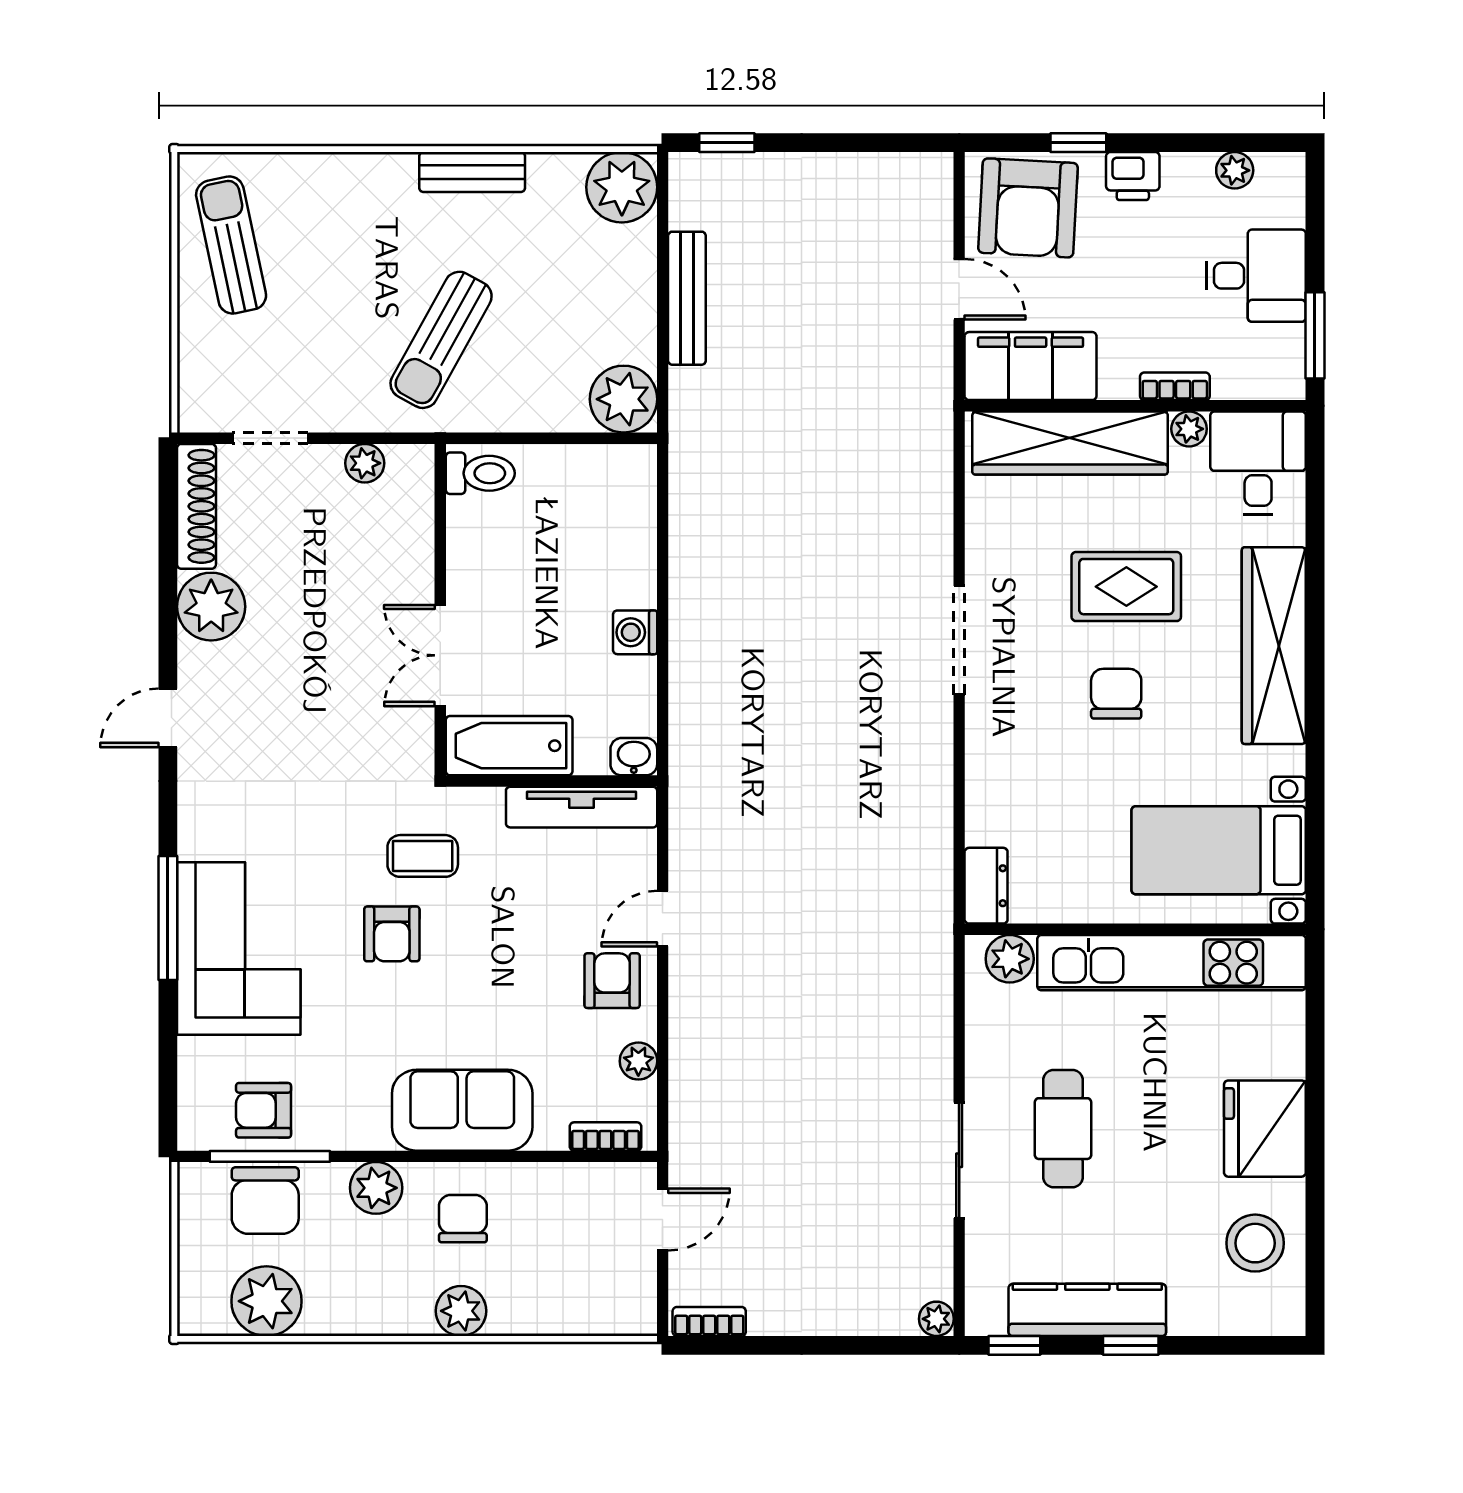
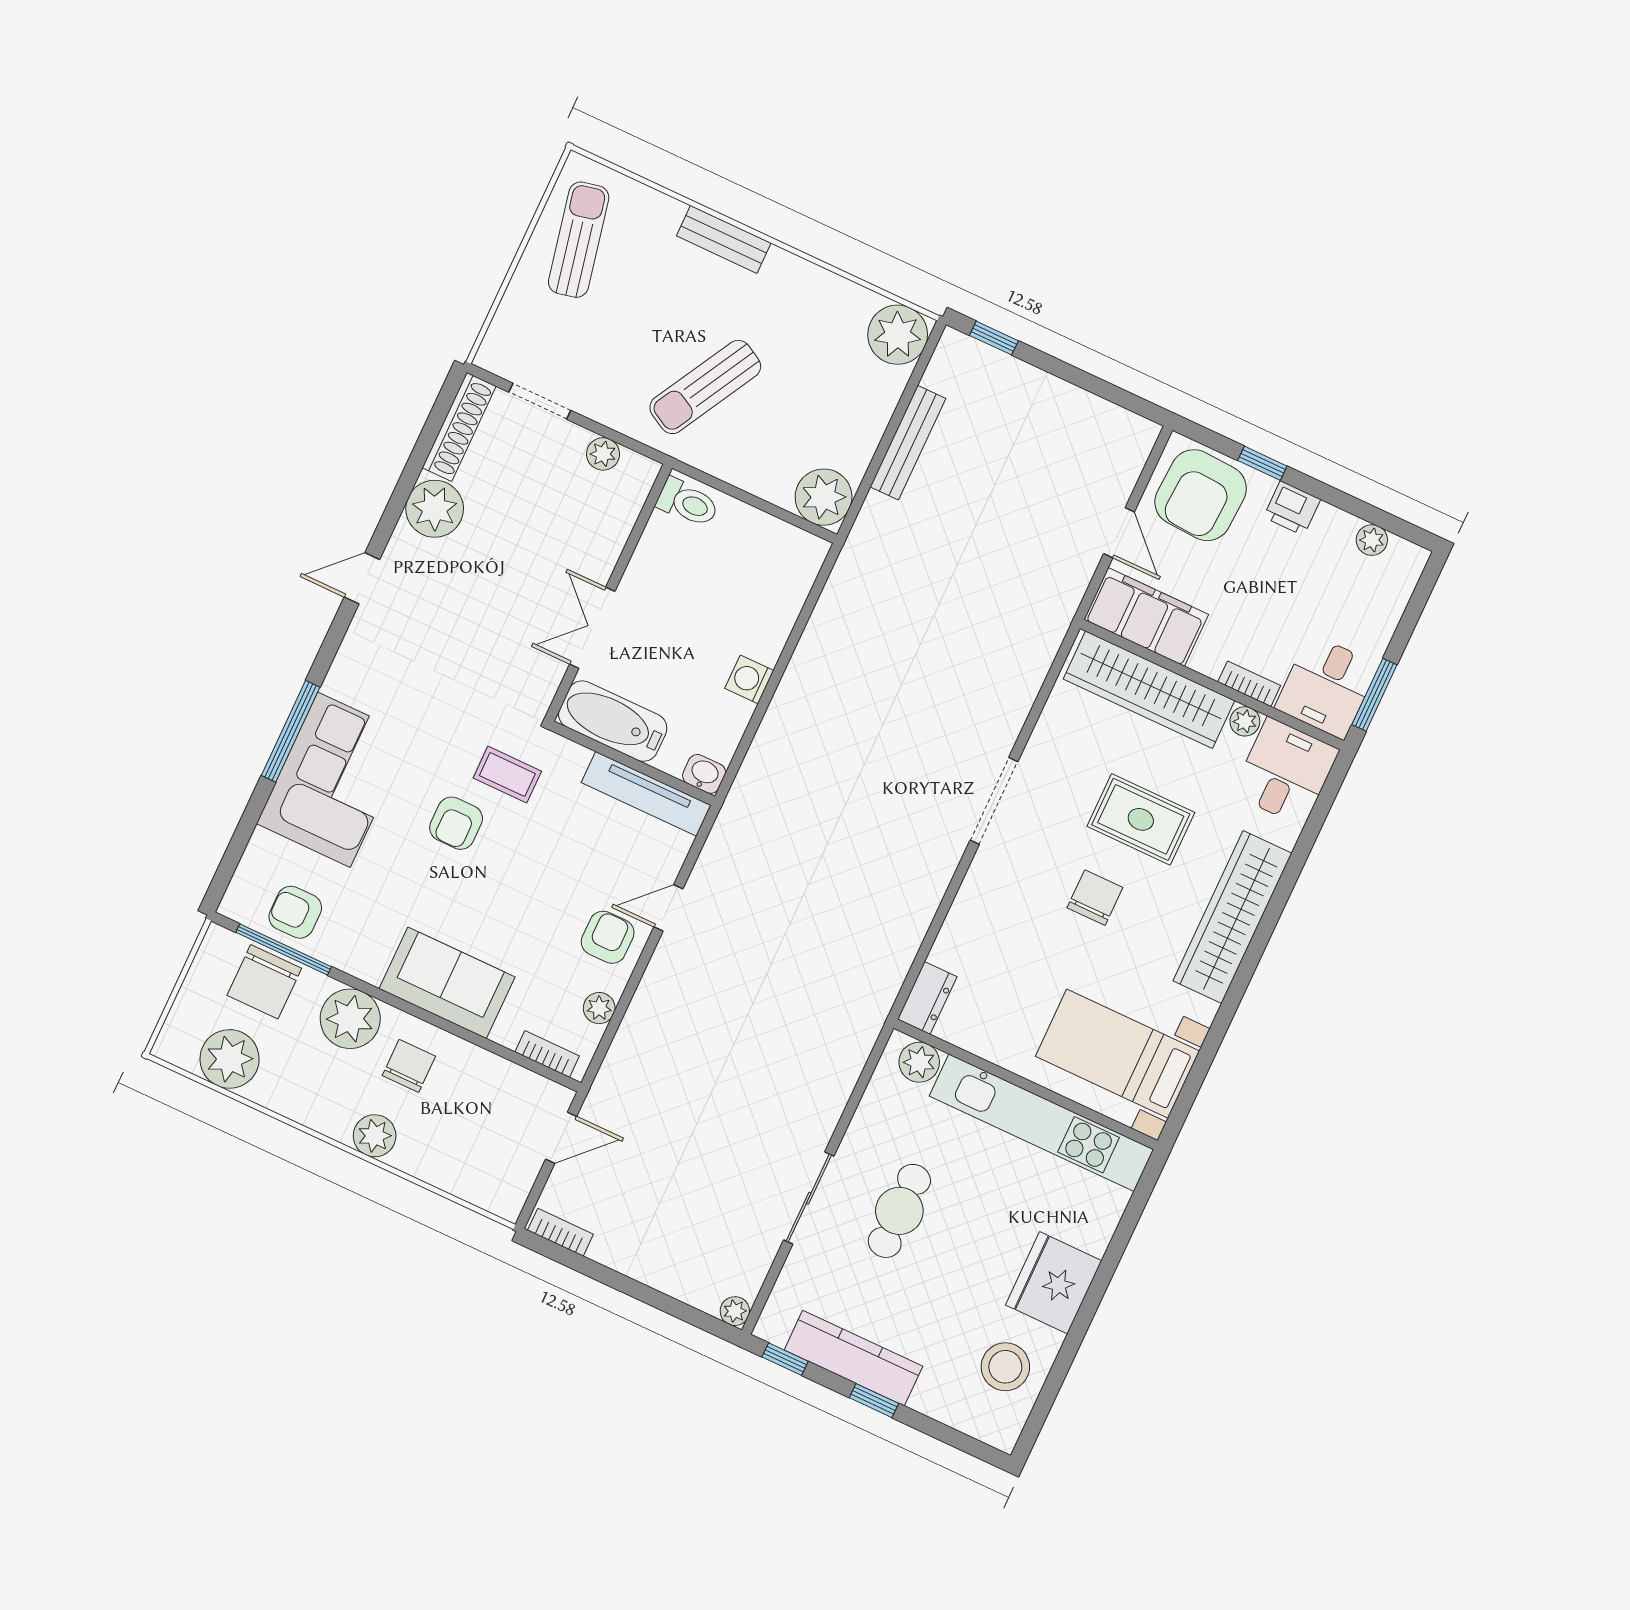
bench: (472, 172) -> (724, 239), moved
desk: (1256, 276) -> (1327, 686), moved, turned 90
plant: (376, 1188) -> (350, 1019), width x1.36, depth x1.36

